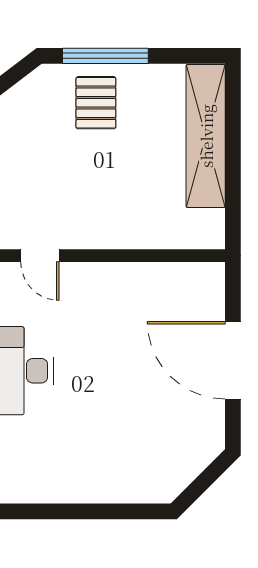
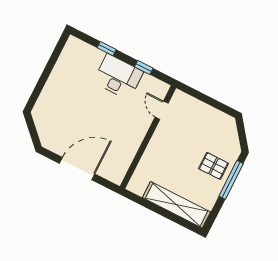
door: (40, 256) -> (162, 110), hinge flipped

